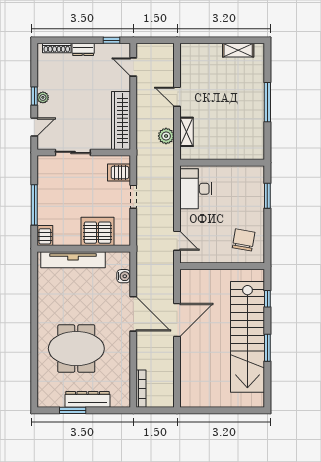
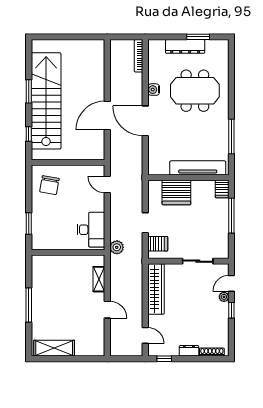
shelving: (238, 50) -> (54, 348), width x1.50, depth x1.33
plant: (43, 97) -> (224, 297), moved
plant: (166, 136) -> (117, 247), moved
water cooler: (124, 276) -> (154, 90), moved
window: (34, 296) -> (231, 136), added

